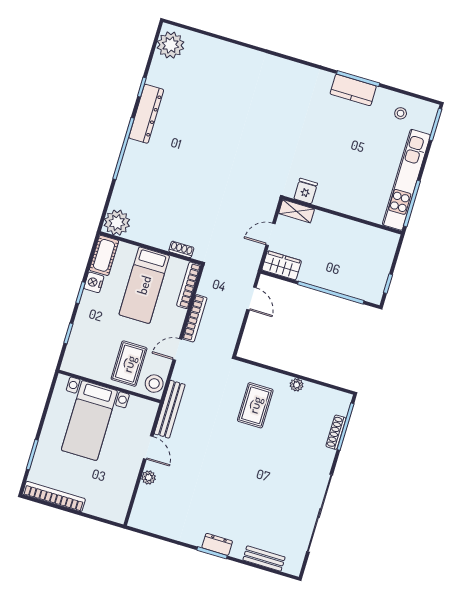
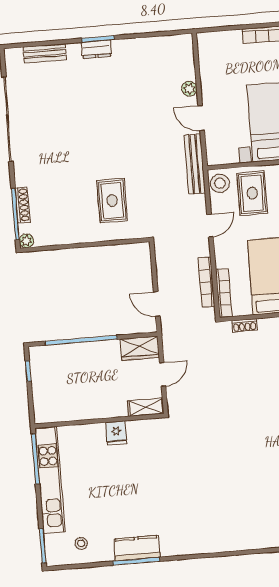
fridge: (306, 191) -> (116, 433), moved
bookcase: (195, 318) -> (206, 282), moved
plant: (297, 385) -> (26, 241), moved

